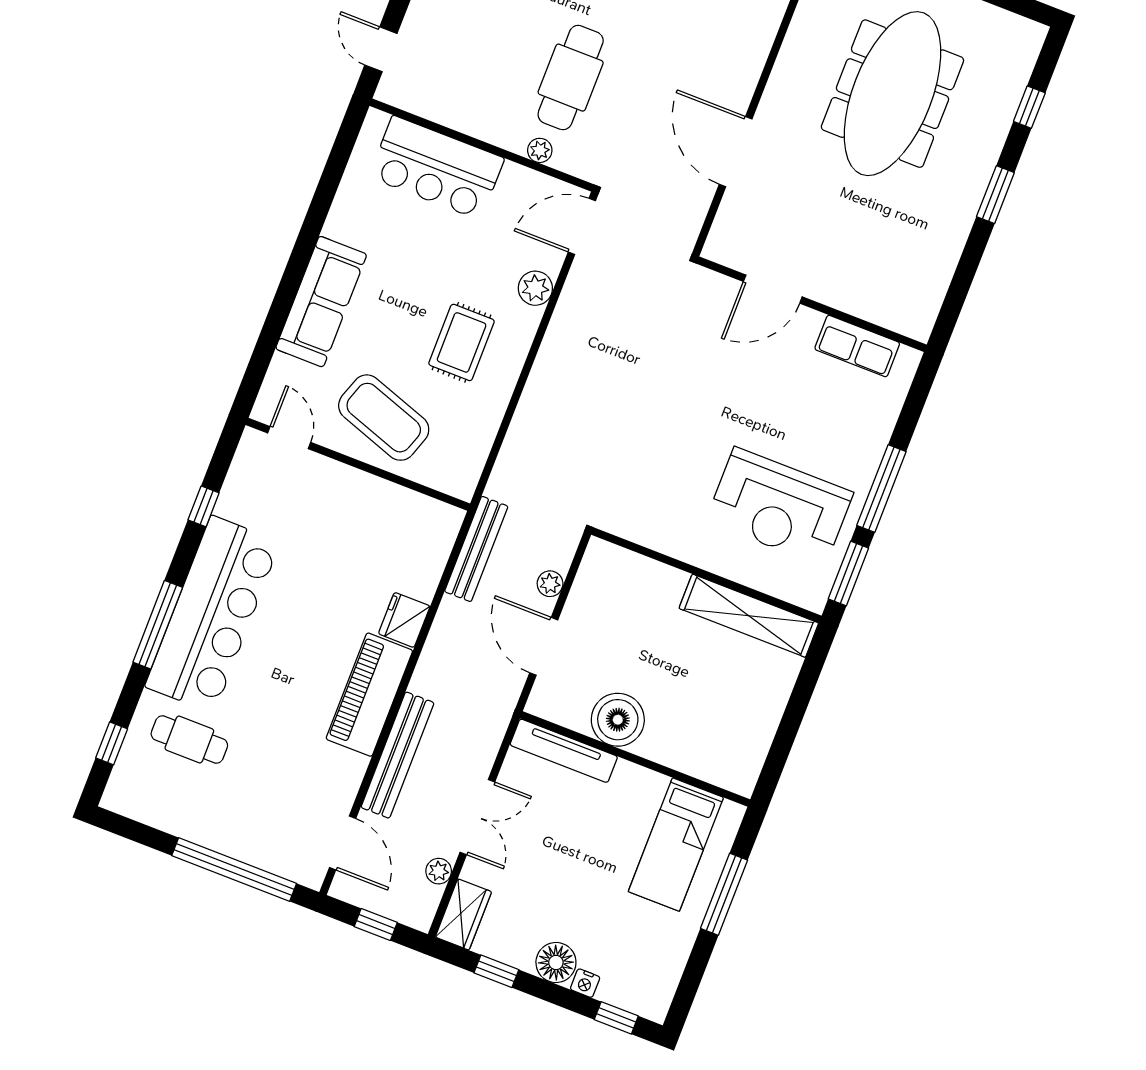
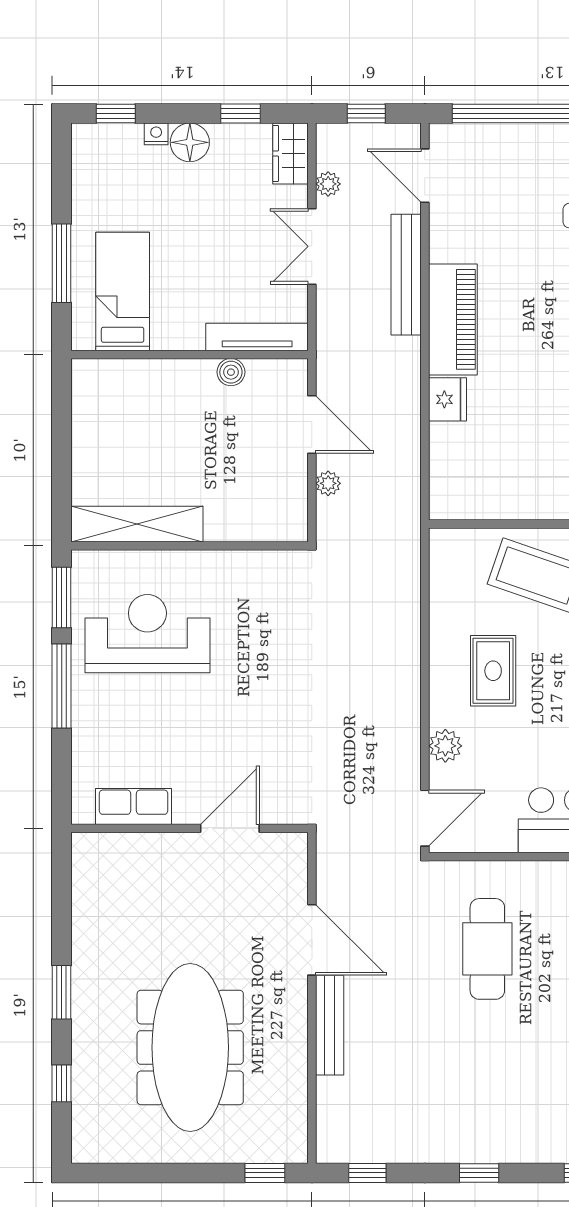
plant: (540, 150) -> (490, 872), removed
bench: (476, 549) -> (330, 1025), moved
boiler: (618, 720) -> (231, 372), width x0.54, depth x0.54

